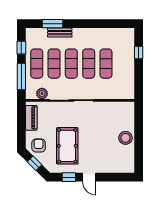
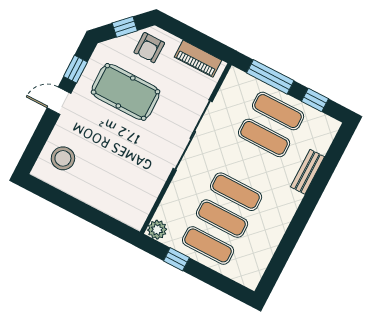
window: (53, 24) -> (327, 168), removed
window: (139, 52) -> (176, 259), moved
exercise mat: (71, 64) -> (208, 245), moved
plant: (42, 94) -> (157, 230), moved
stool: (125, 138) -> (63, 158), moved
armchair: (39, 145) -> (149, 48), turned 90

